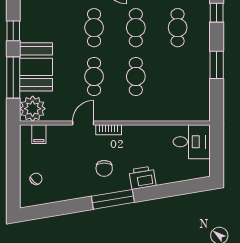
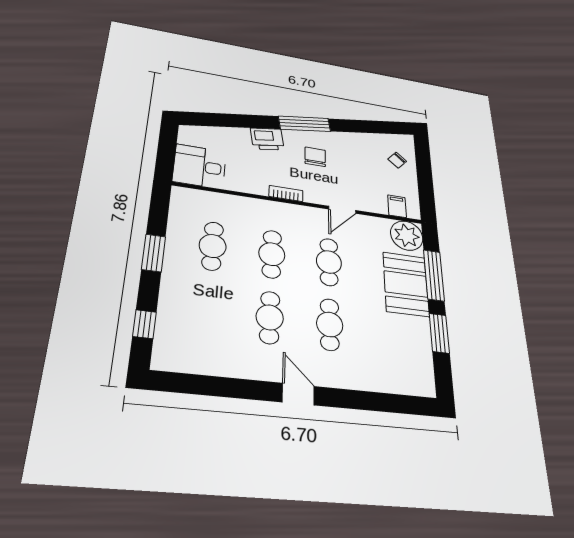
cafe table: (178, 28) -> (213, 246), moved
window: (13, 31) -> (439, 333), width x1.50
bookcase: (109, 130) -> (286, 193), moved

